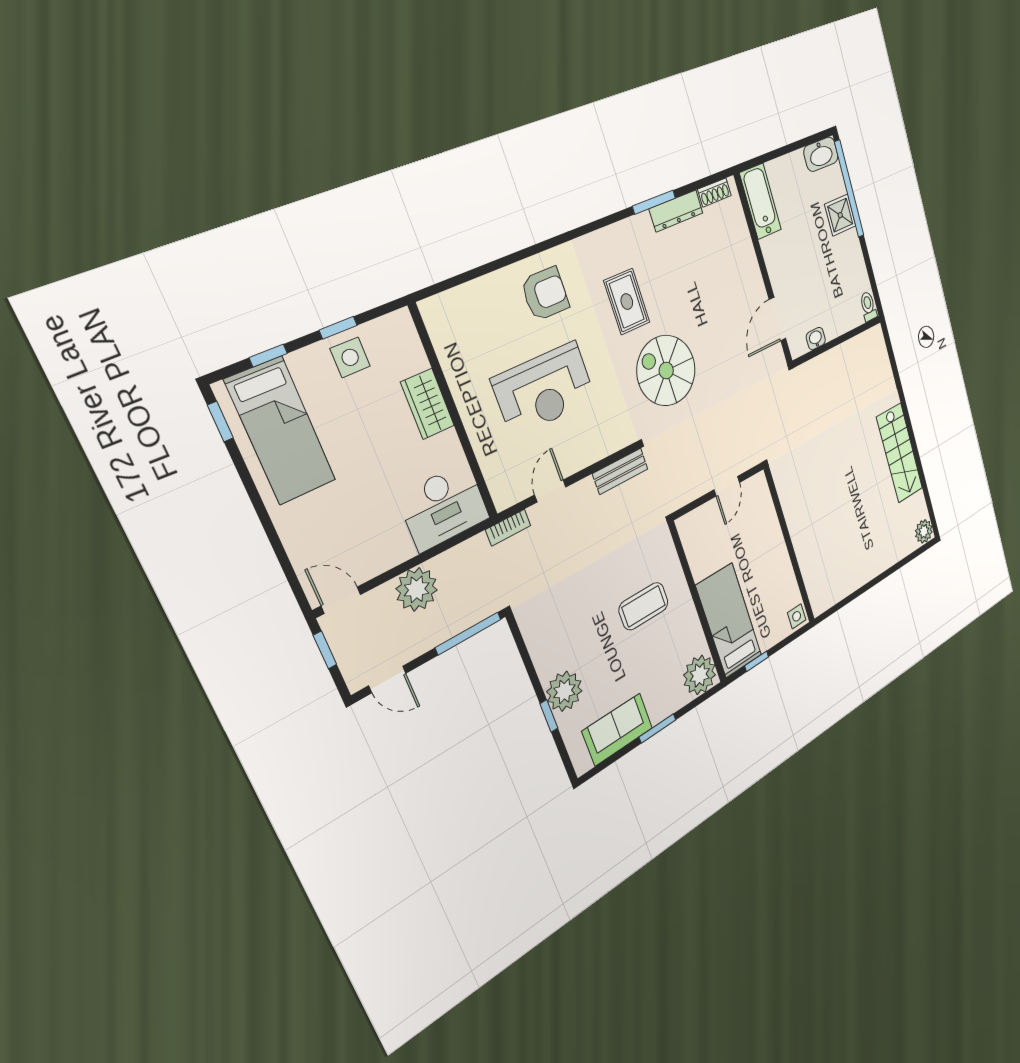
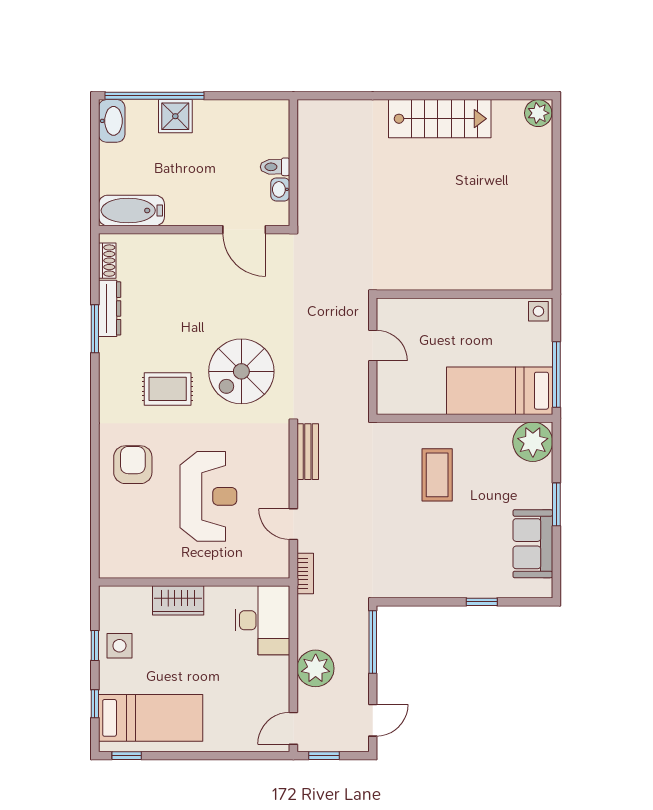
toilet: (868, 306) -> (275, 167), moved
window: (757, 661) -> (556, 374), width x2.17
plant: (564, 691) -> (469, 579), removed

